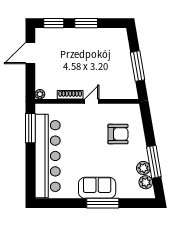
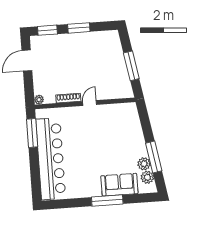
armchair: (118, 134) -> (117, 133), removed
sofa: (97, 188) -> (119, 185), moved

